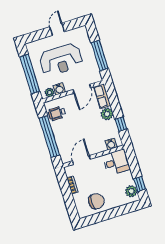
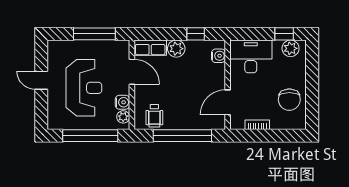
door: (81, 160) -> (228, 102), hinge flipped
desk: (116, 162) -> (251, 56), width x1.37
chair: (96, 201) -> (289, 100), turned 180

